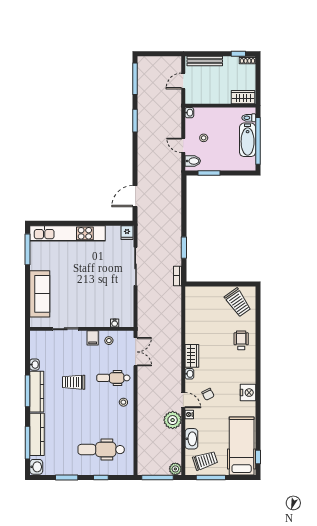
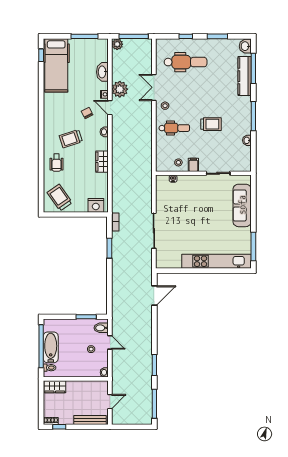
fridge: (127, 233) -> (162, 262), removed
double door: (136, 352) -> (154, 87), moved
wardrobe: (192, 356) -> (102, 162), moved
kitchen counter: (37, 392) -> (245, 115), removed
nightstand: (248, 393) -> (96, 205), moved, turned -90
trolley: (205, 461) -> (71, 139), moved

